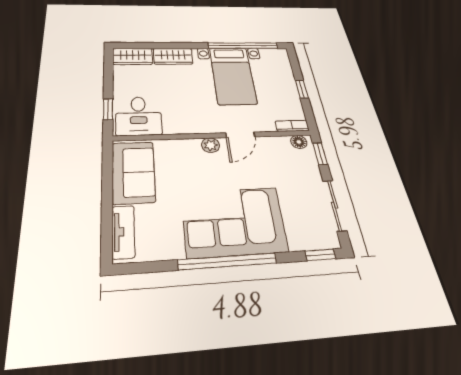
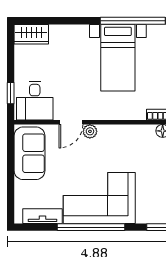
wardrobe: (173, 56) -> (67, 34), removed
door: (240, 135) -> (71, 122), moved
tv unit: (123, 232) -> (42, 216), moved, turned -90

